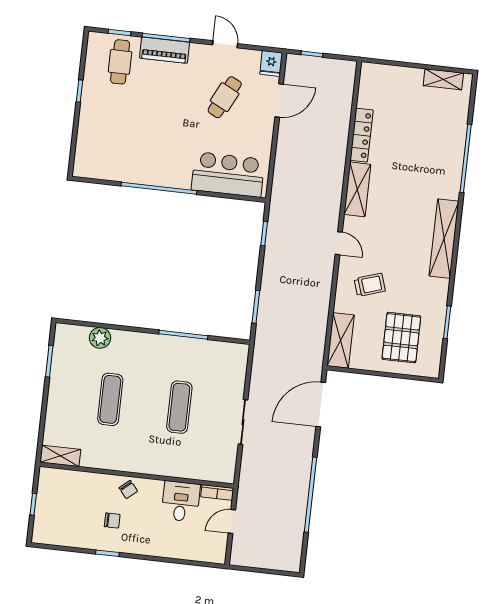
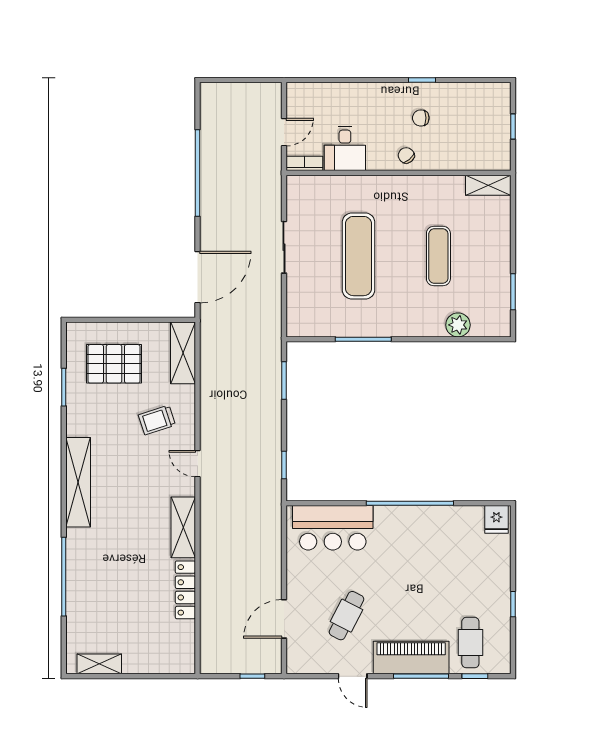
piano: (165, 50) -> (411, 658), width x1.37, depth x1.33
fridge: (271, 63) -> (496, 519), moved, turned 180
pallet: (401, 338) -> (114, 364), turned 90
exercise mat: (179, 407) -> (359, 256), width x1.36, depth x1.45

